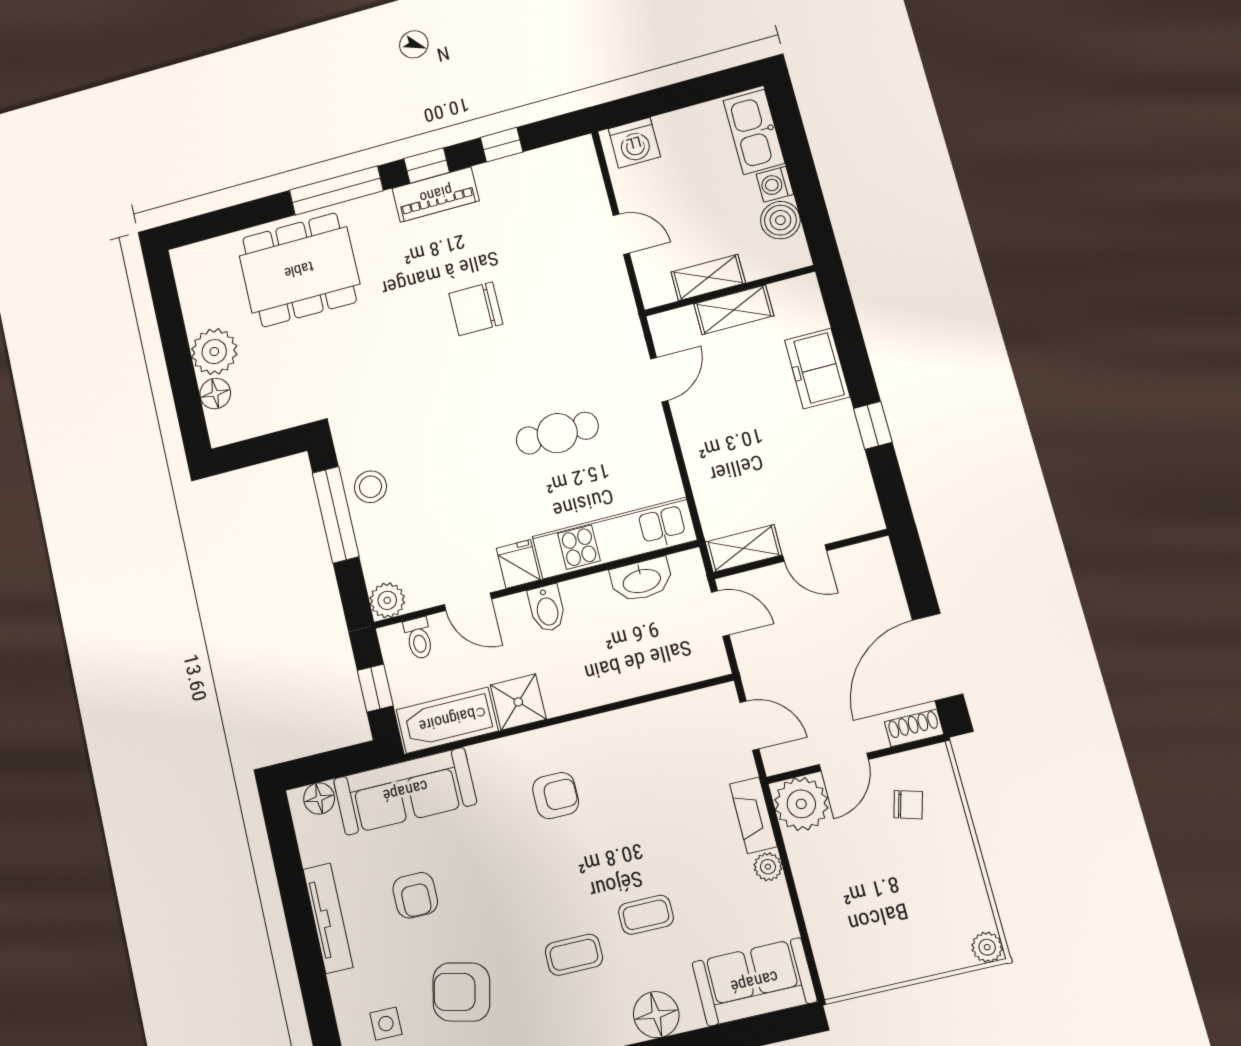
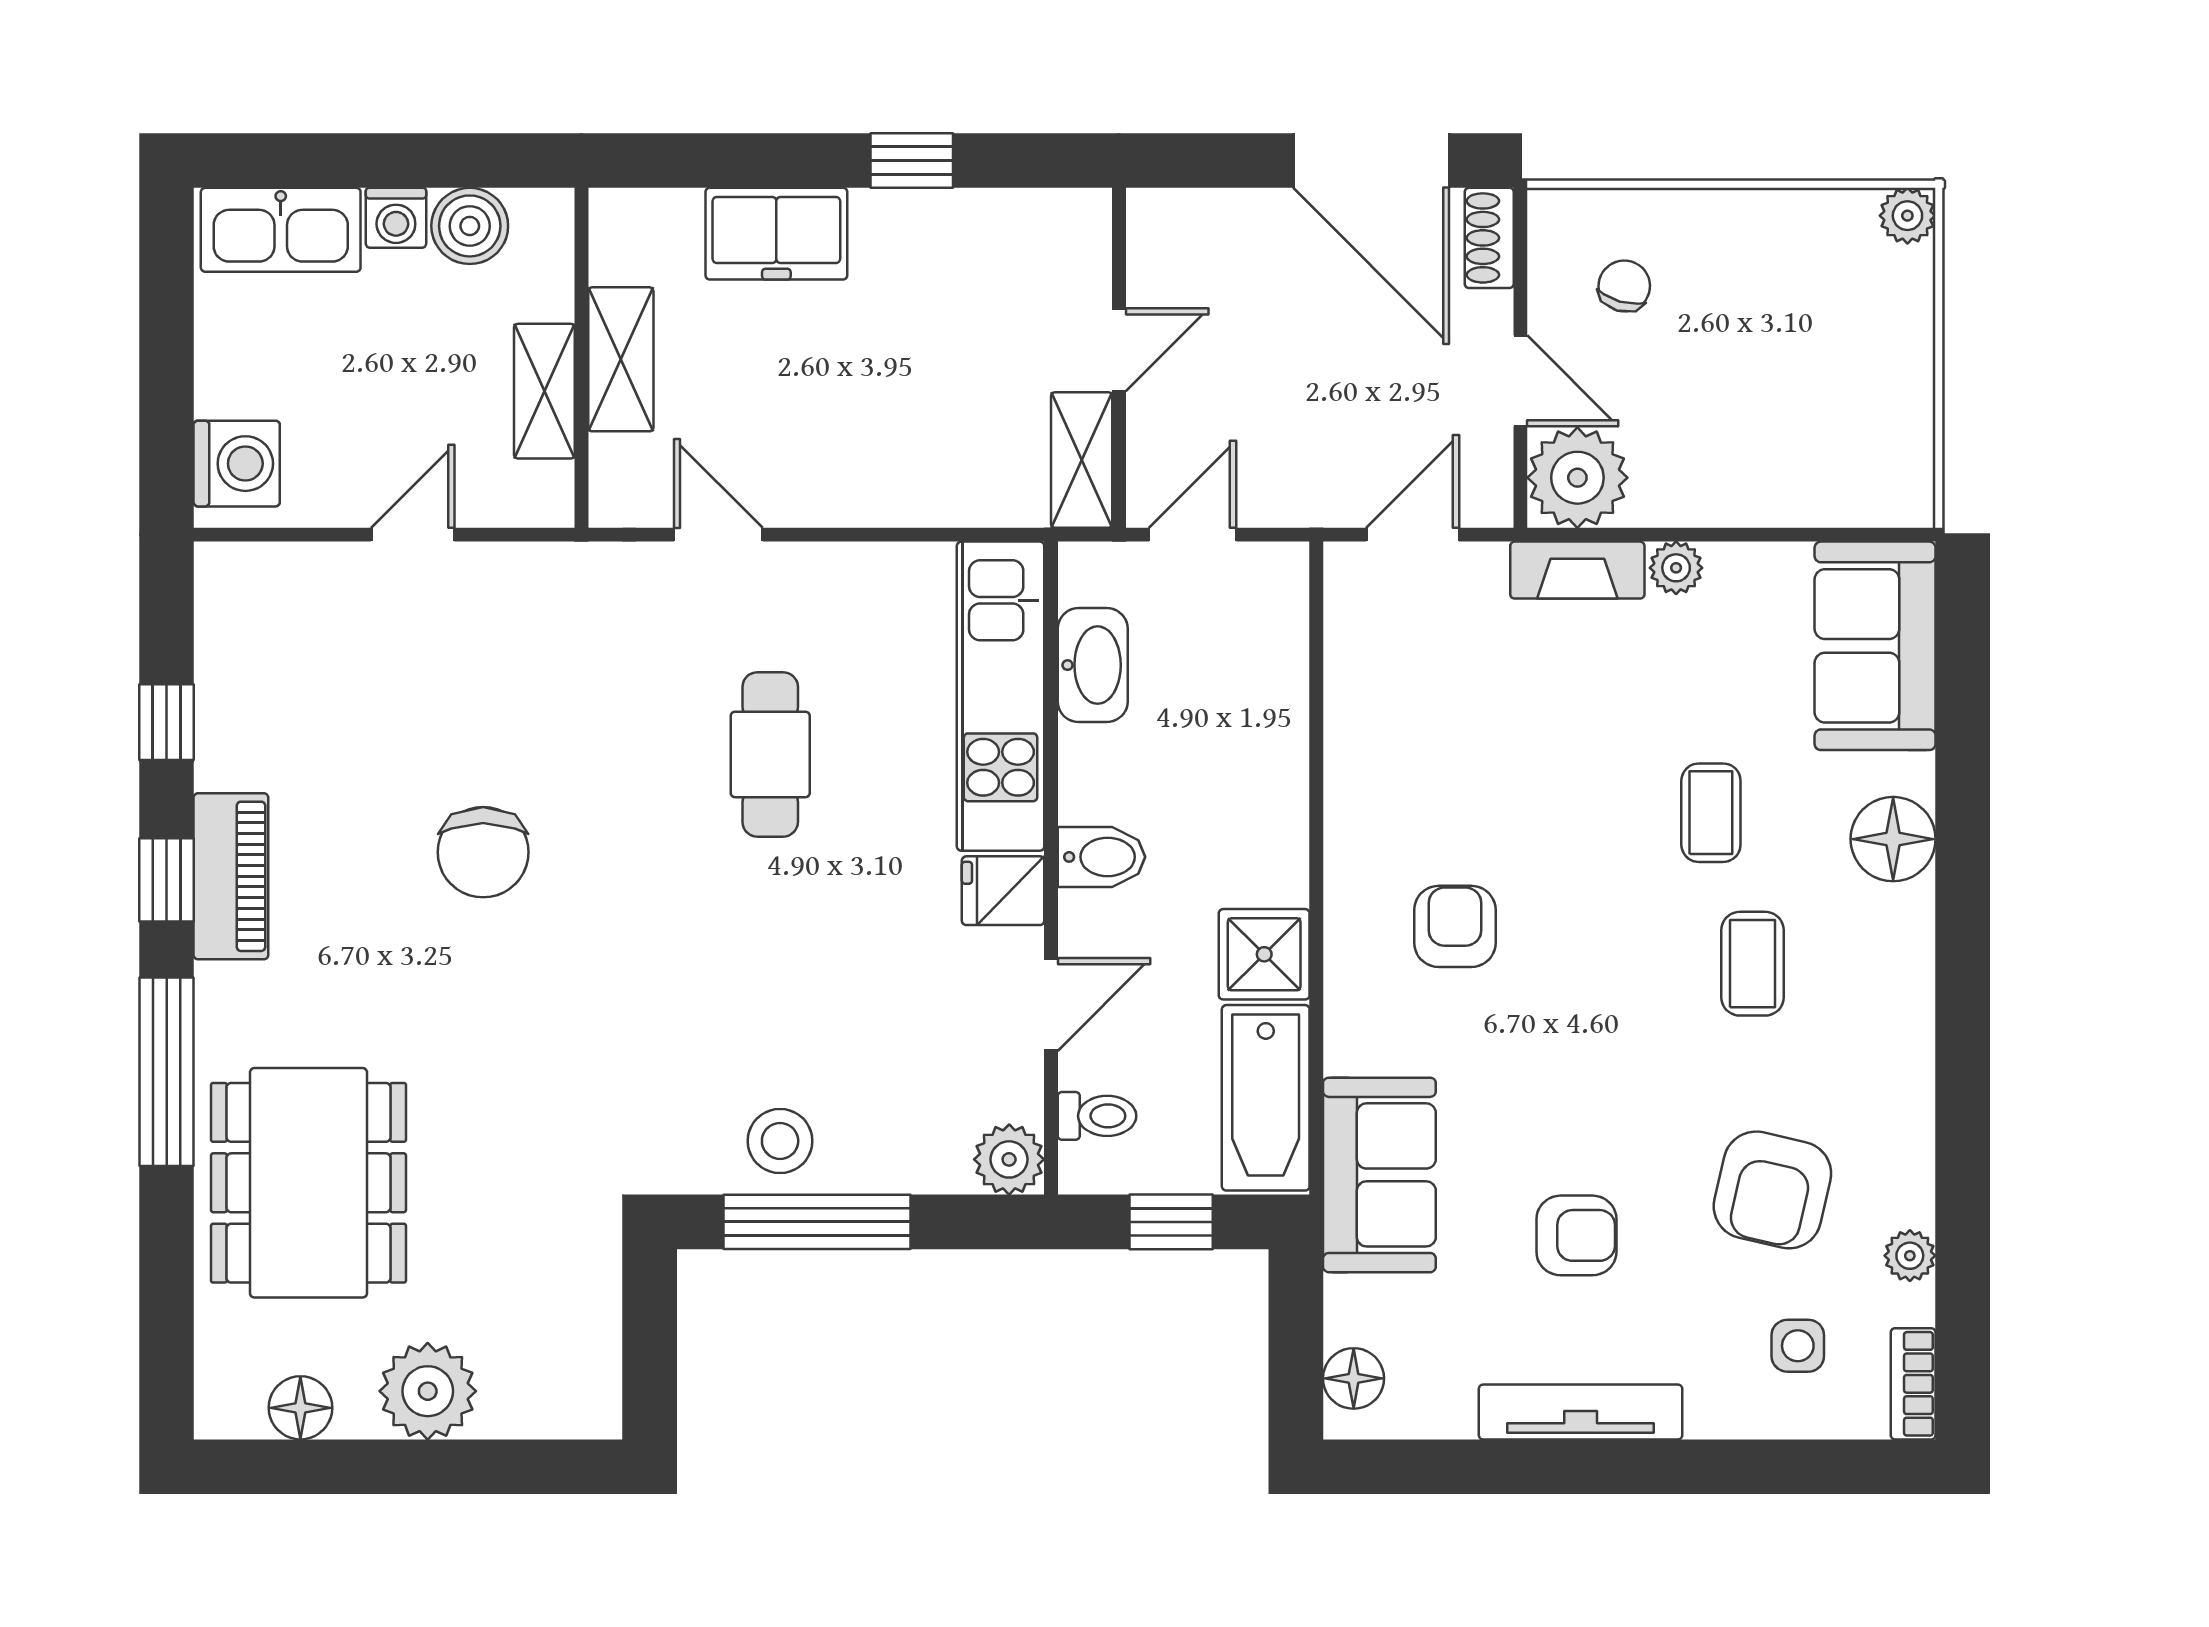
floor lamp: (215, 394) -> (300, 1408), moved
sofa: (405, 791) -> (1379, 1175), width x0.73

